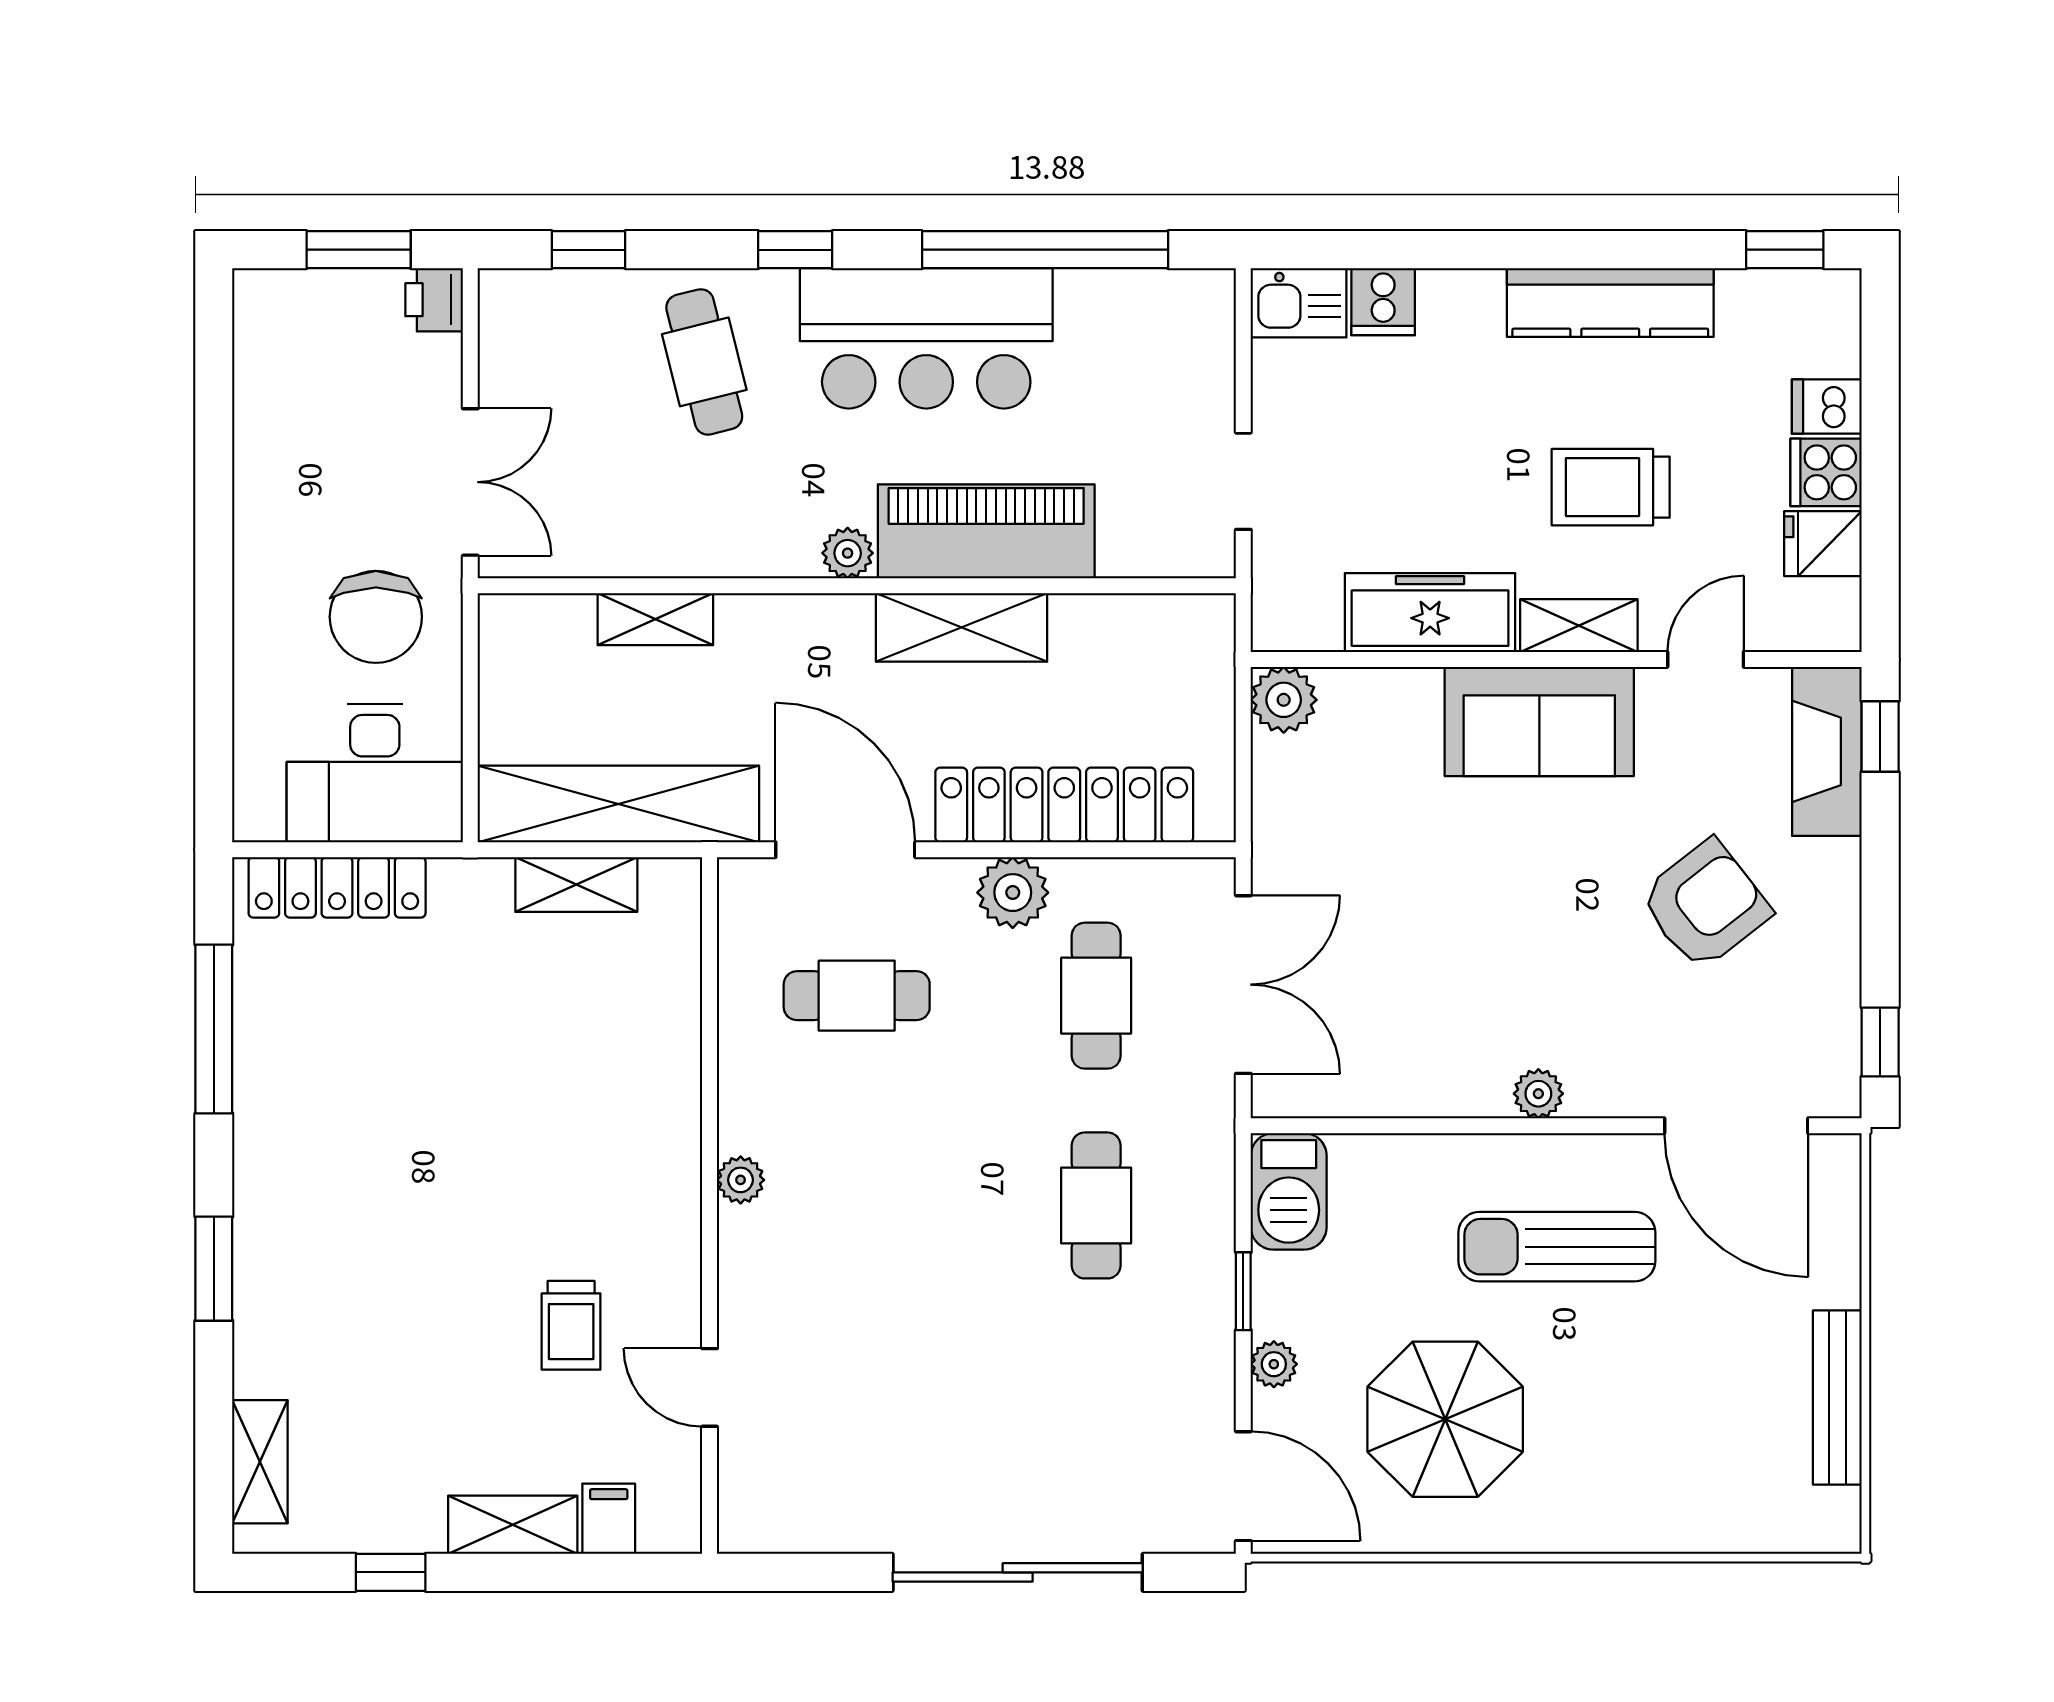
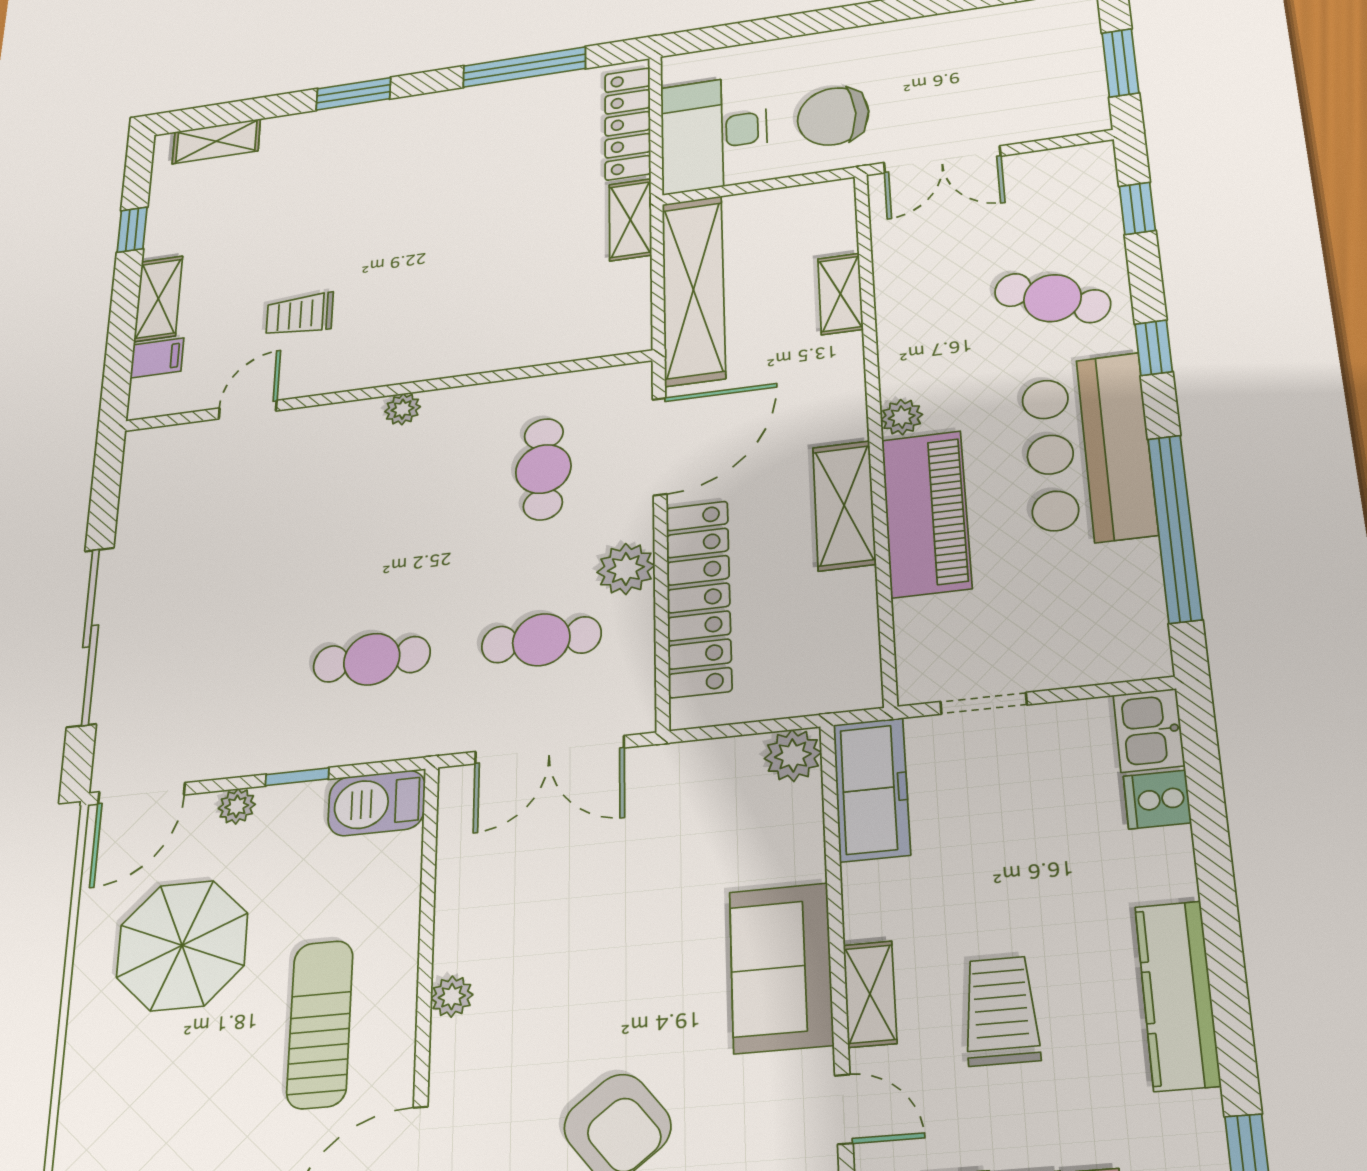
printer: (434, 300) -> (1085, 116), removed
cafe table: (704, 362) -> (1053, 298), turned 37
freezer: (1430, 613) -> (871, 789), moved
shelving: (576, 884) -> (630, 220), moved

